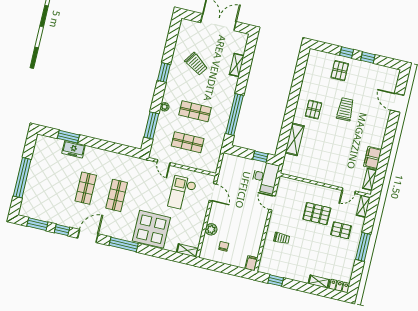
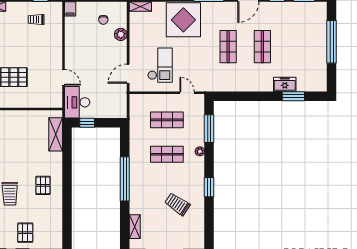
shelving: (237, 65) -> (135, 227), moved
window: (234, 114) -> (125, 179), moved
shelving: (295, 139) -> (56, 134), moved
door: (213, 192) -> (128, 74), hinge flipped
trolley: (282, 238) -> (36, 20), moved

